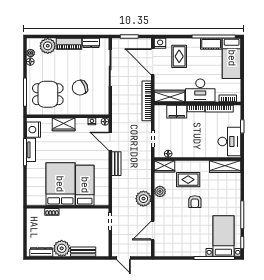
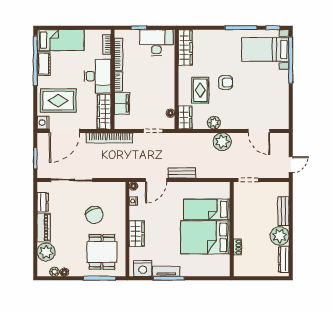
rug: (179, 56) -> (58, 101), width x1.36, depth x1.43

